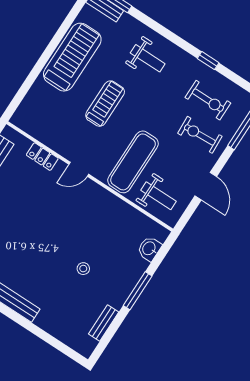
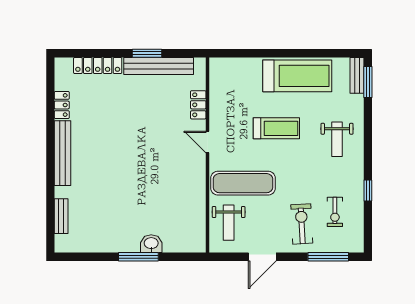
exercise bike: (208, 100) -> (335, 212), width x0.73, depth x0.72
washbasin: (149, 249) -> (151, 244), moved
stool: (83, 269) -> (127, 200), removed
bench: (104, 323) -> (61, 216), moved, turned 90

